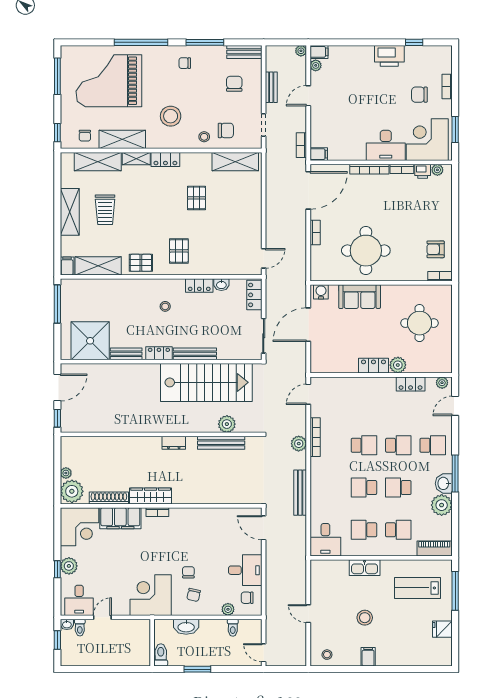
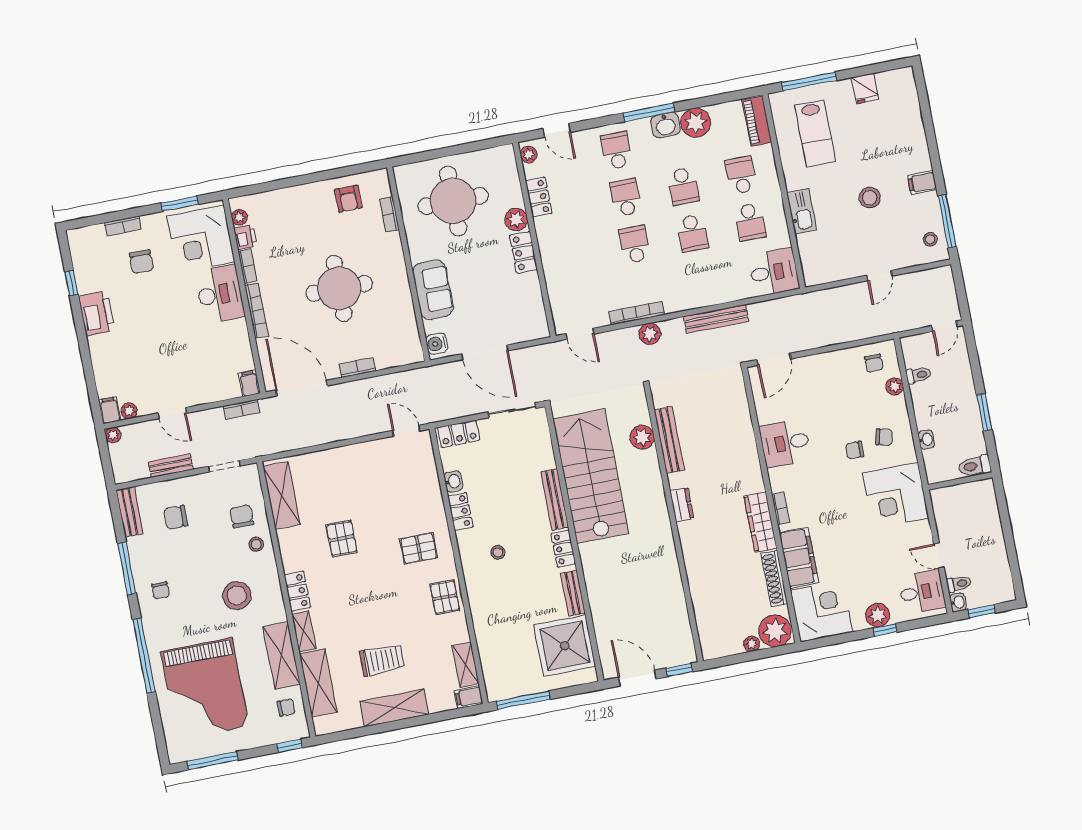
pallet: (196, 198) -> (342, 538), turned 90
round table: (366, 251) -> (339, 288), moved
shelving: (98, 266) -> (466, 665), width x0.67, depth x0.75
bookcase: (440, 276) -> (389, 214), moved
round table: (419, 323) -> (453, 201), width x1.36, depth x1.36
desk: (245, 570) -> (785, 443), moved, turned -90
washbasin: (186, 627) -> (926, 440), width x0.52, depth x0.69
window: (337, 669) -> (947, 221), added

